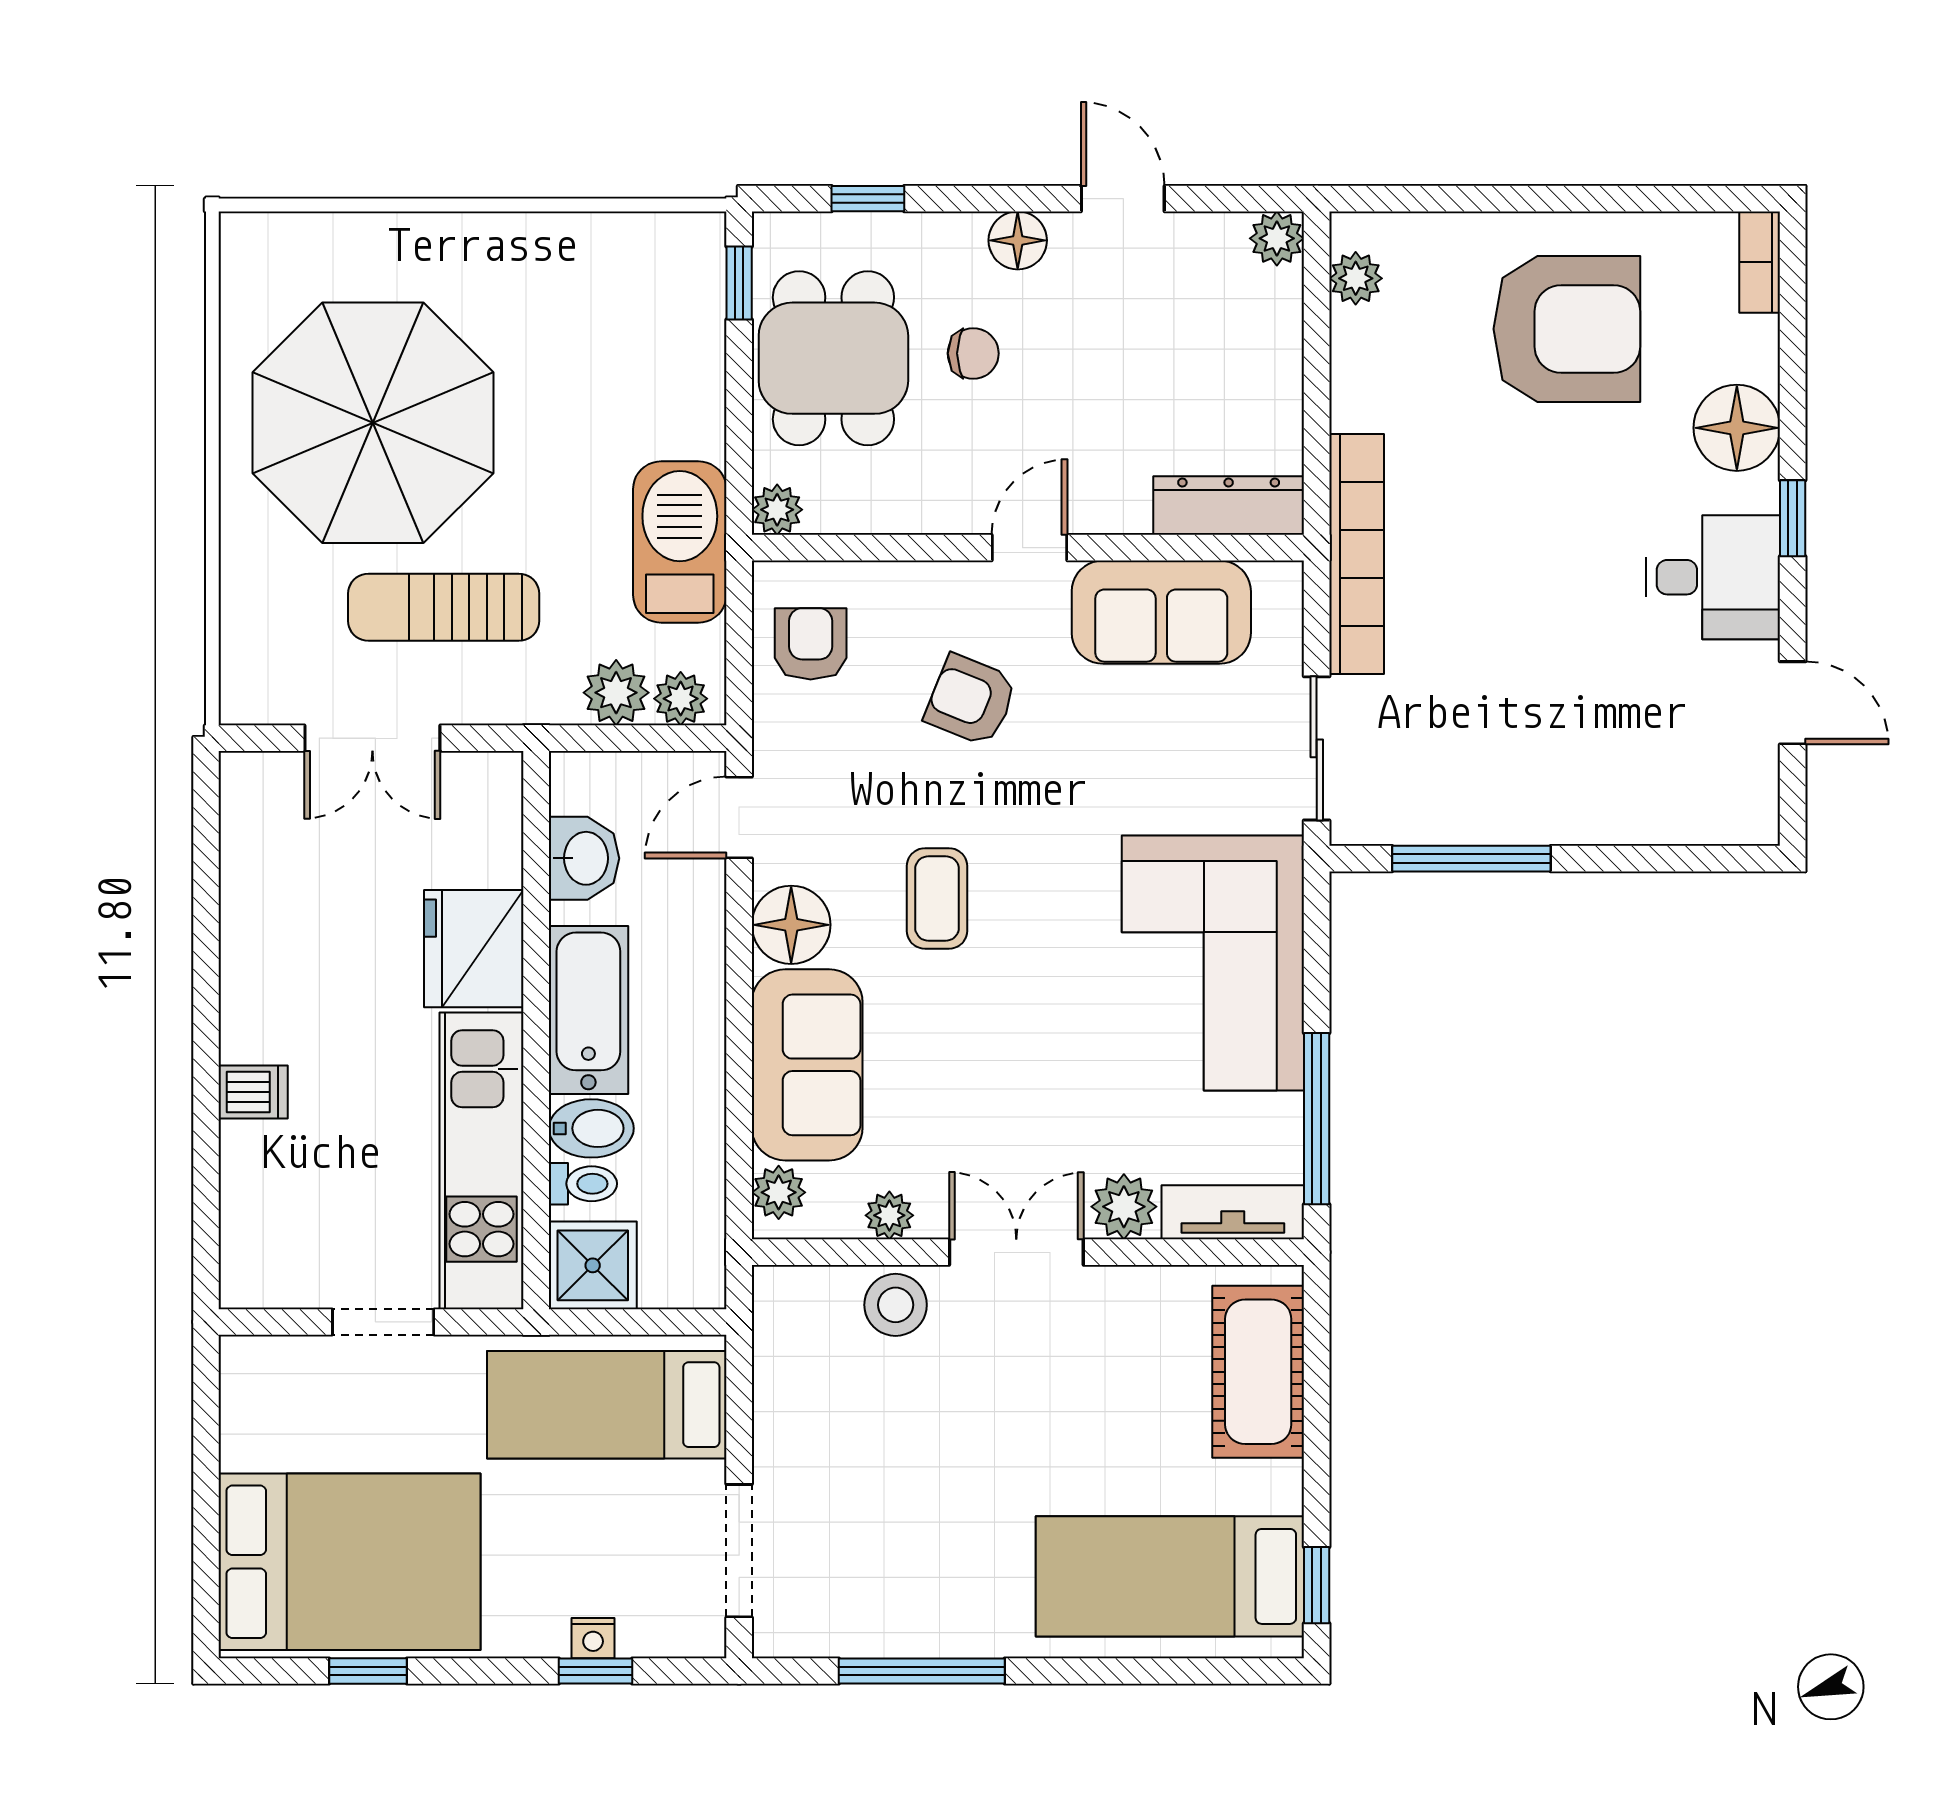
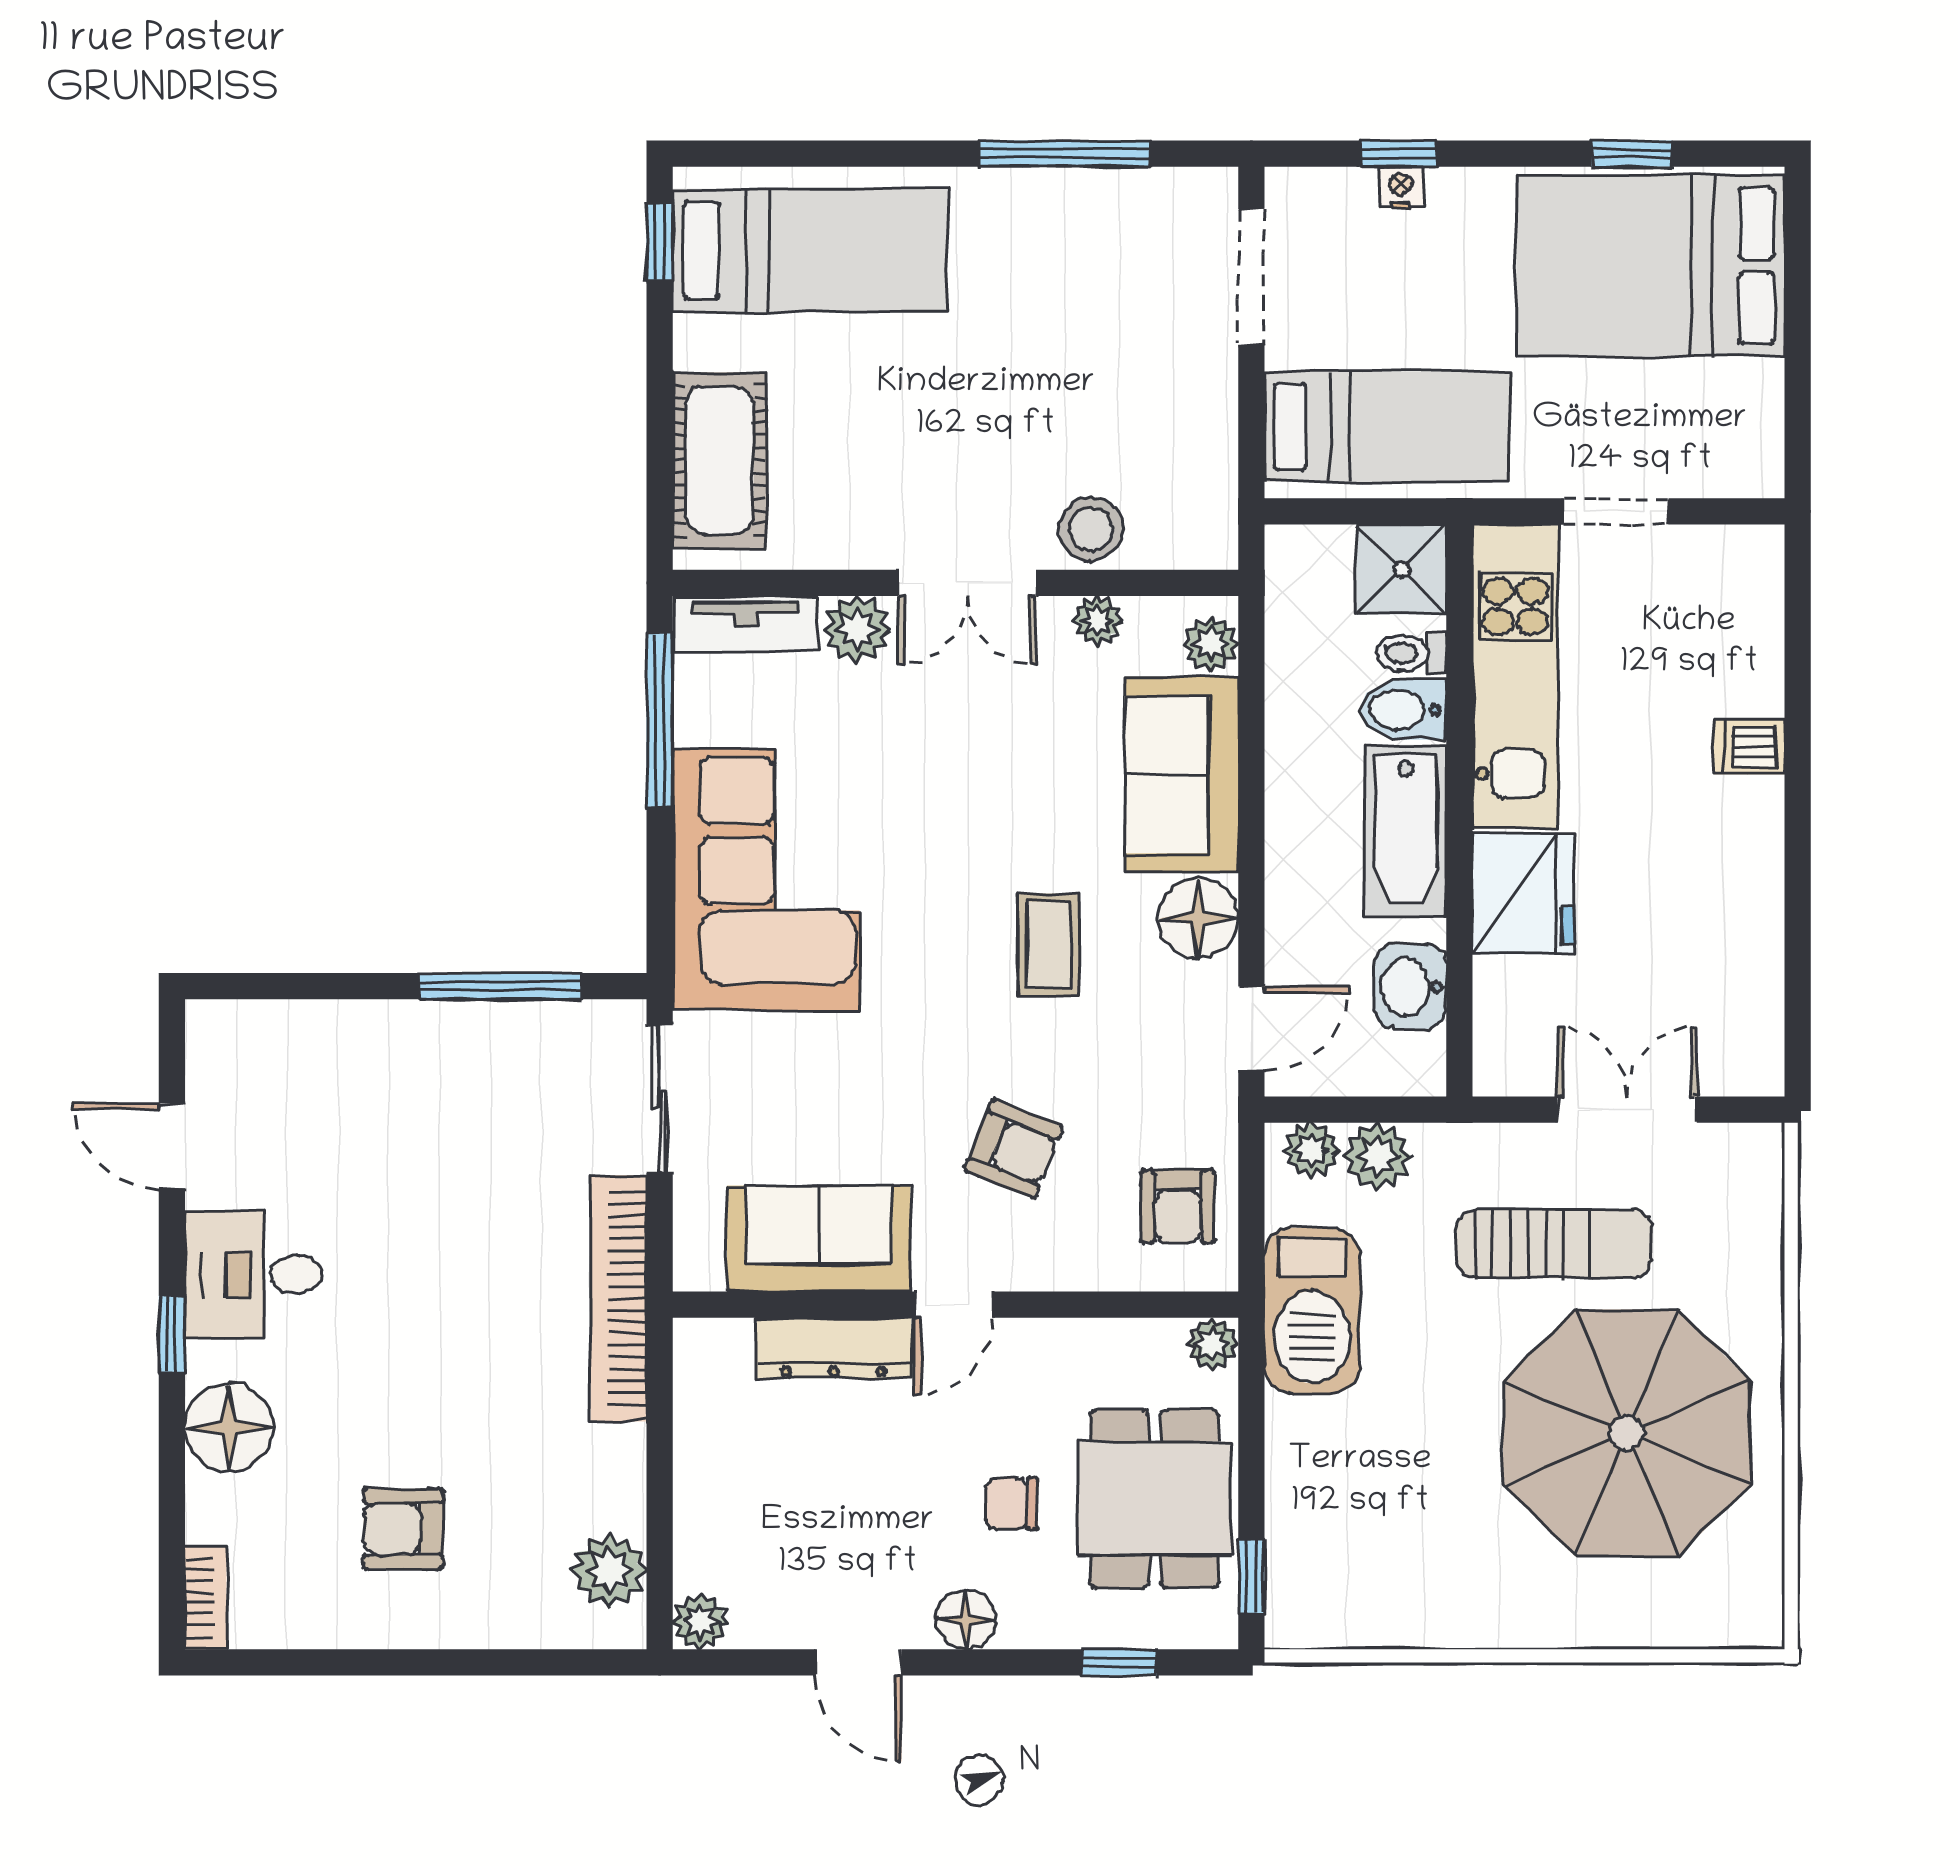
plant: (1356, 278) -> (609, 1571), width x1.38, depth x1.38
armchair: (1567, 329) -> (403, 1529), width x0.53, depth x0.53
dresser: (1229, 506) -> (834, 1348), moved

